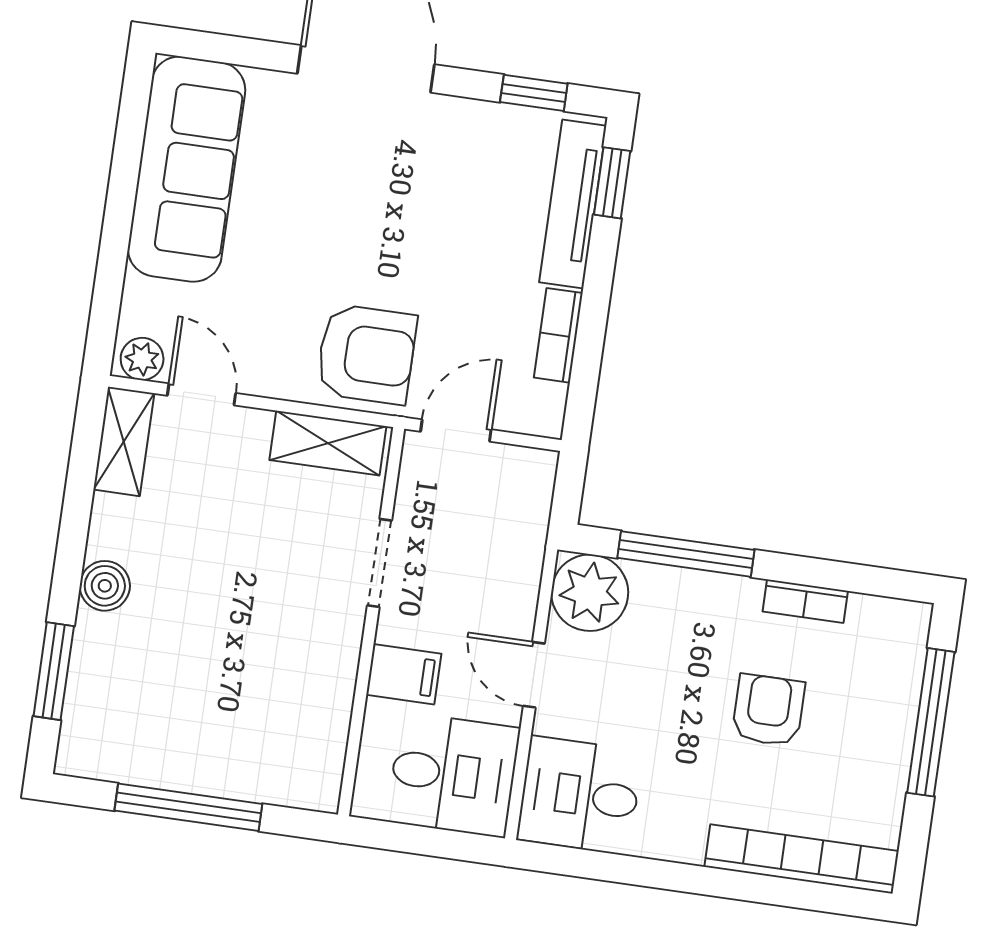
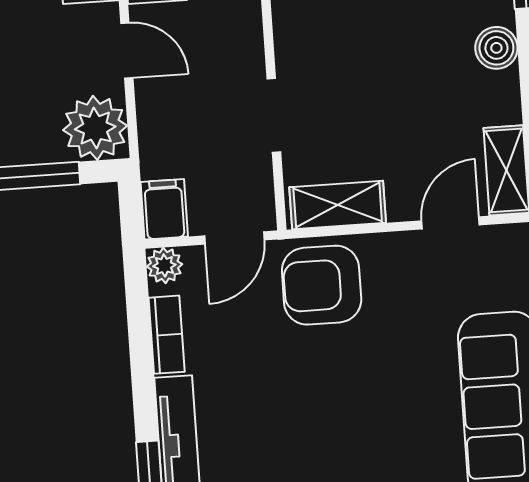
plant: (142, 359) -> (164, 265), moved
door: (201, 394) -> (451, 223), swing flipped
filing cabinet: (404, 674) -> (164, 209), moved, turned 90

